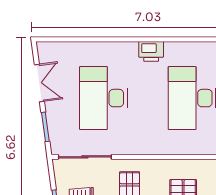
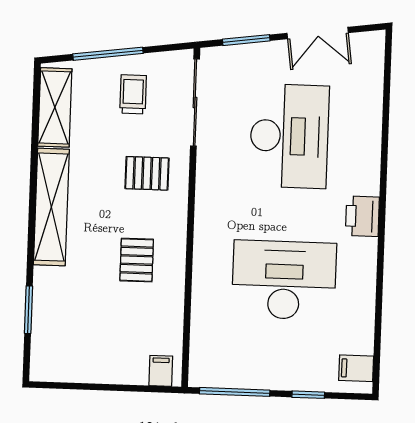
desk: (103, 98) -> (289, 136), turned 90

